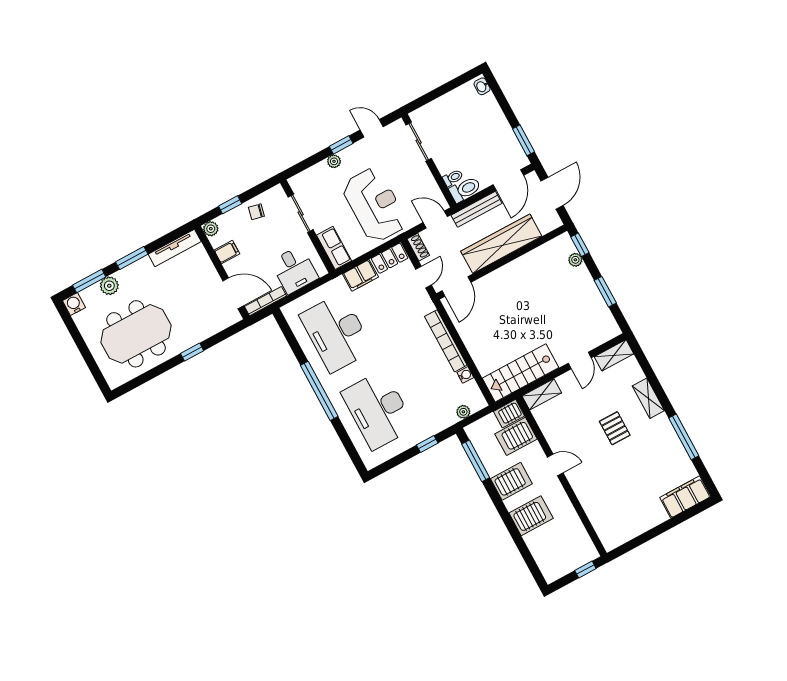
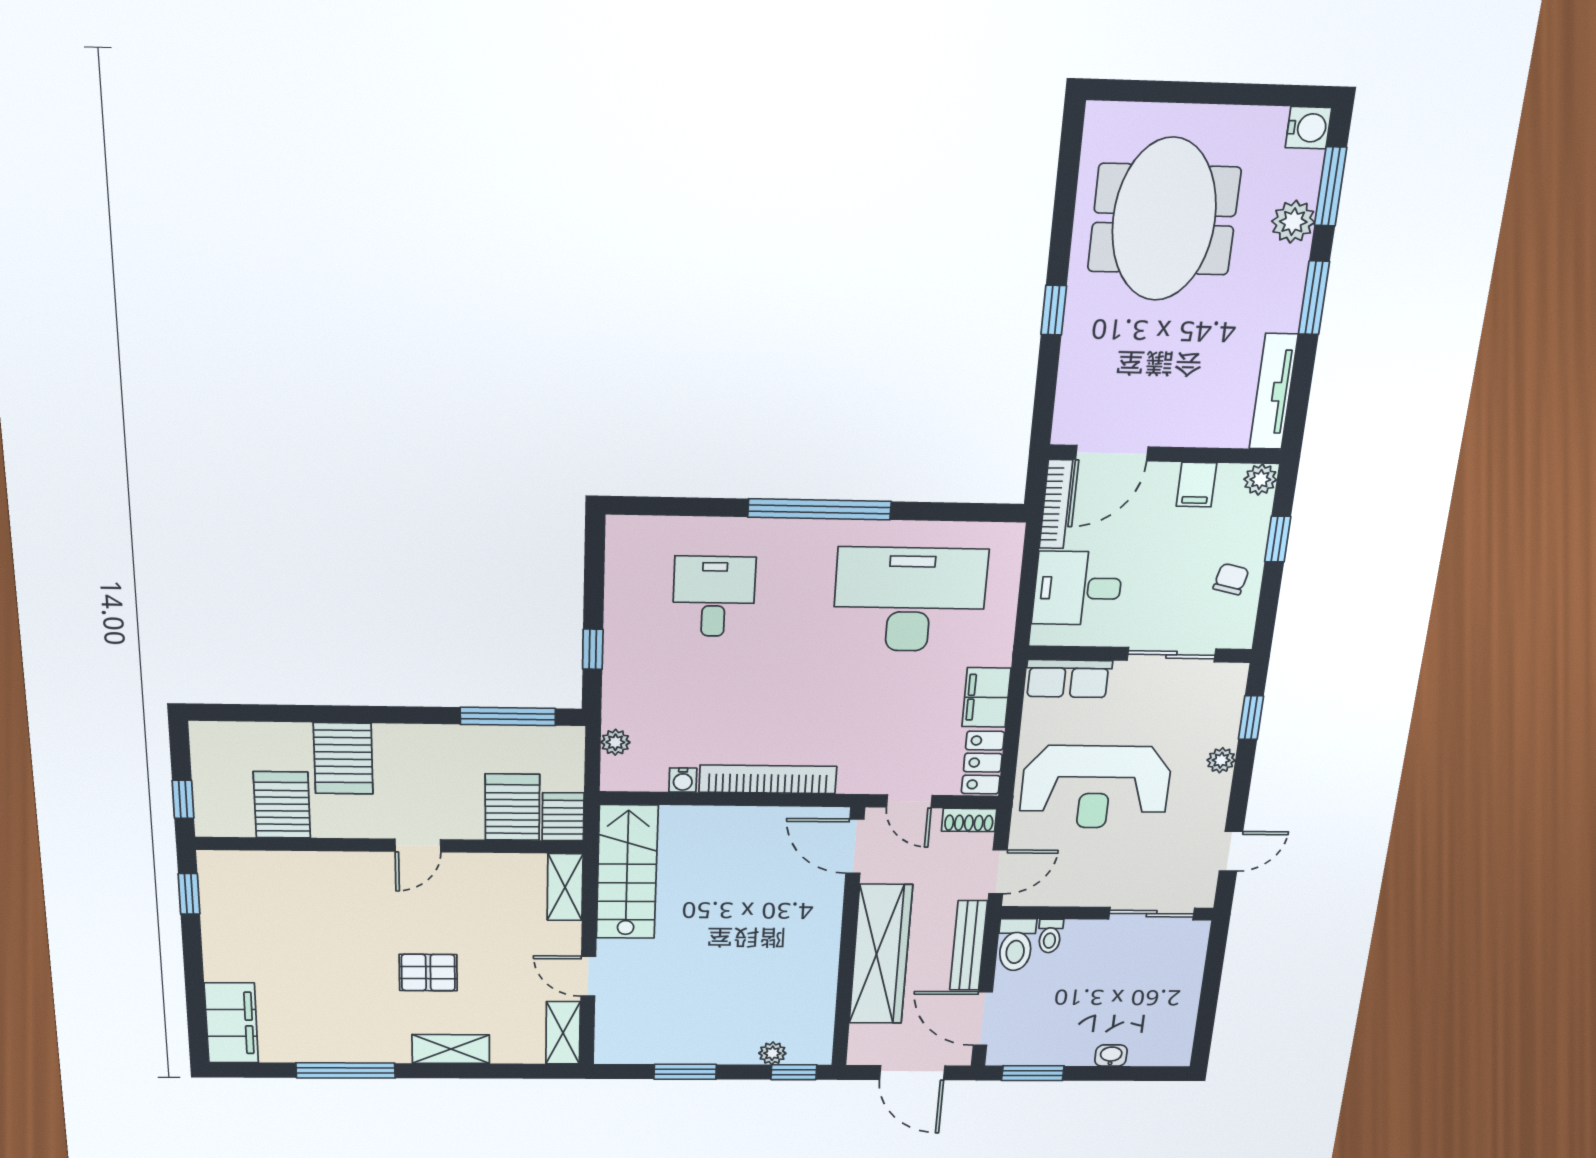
washbasin: (482, 86) -> (1111, 1056), moved
window: (341, 145) -> (1251, 718), moved
desk: (378, 410) -> (714, 596), width x0.53, depth x0.77
server rack: (511, 481) -> (282, 805), moved, turned 180
window: (630, 546) -> (189, 894), added

